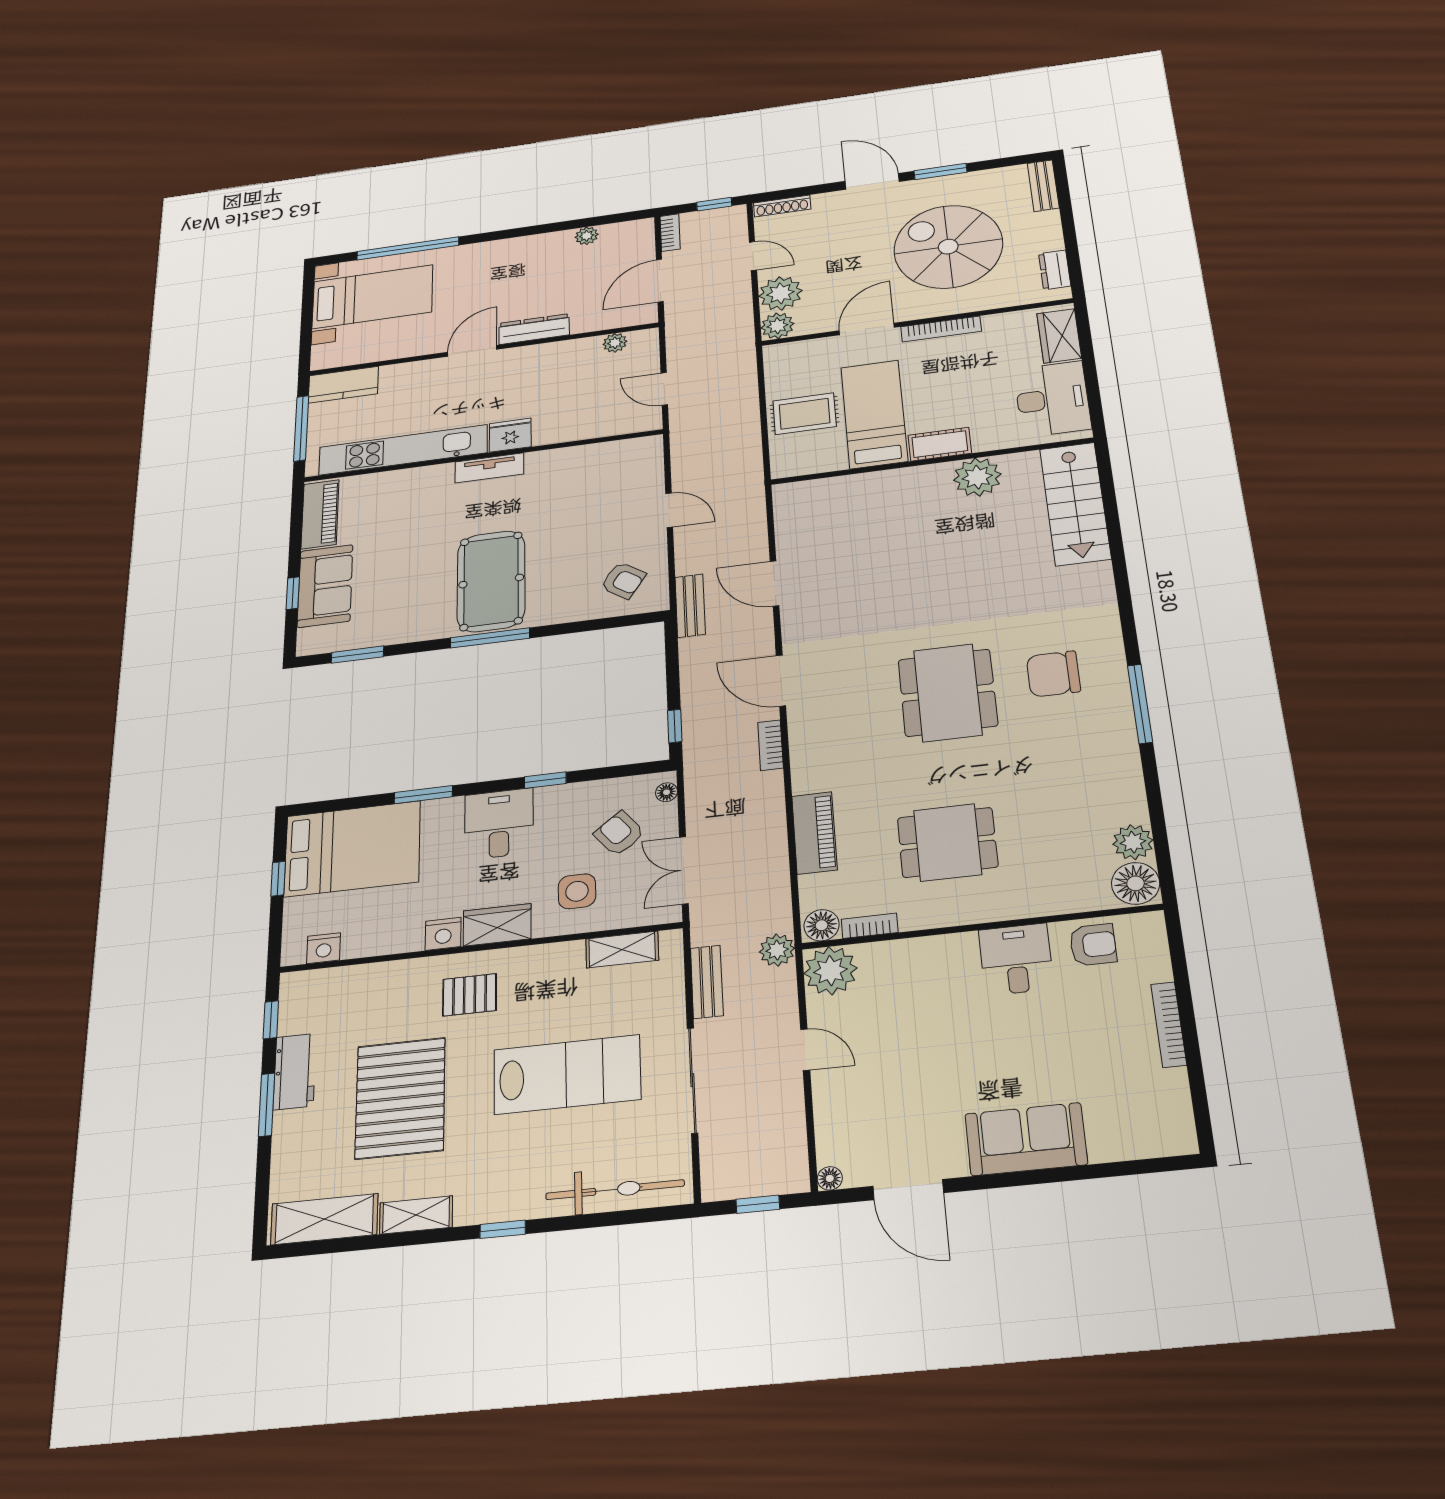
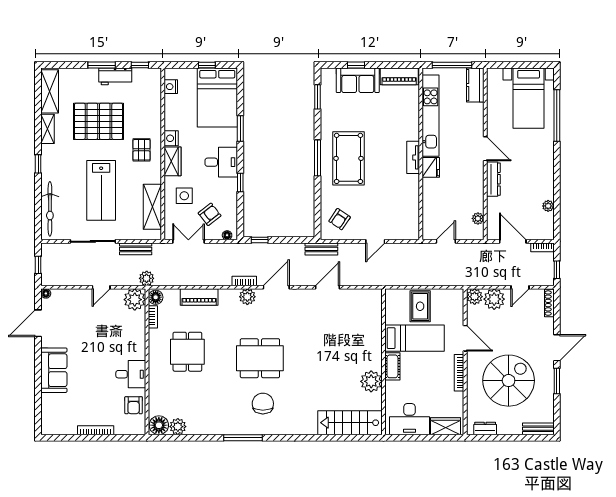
pool table: (491, 581) -> (349, 158), turned 90
plant: (807, 735) -> (247, 297), added
shelving: (622, 950) -> (152, 207), width x1.50, depth x1.33

